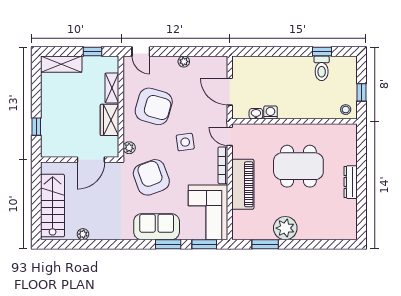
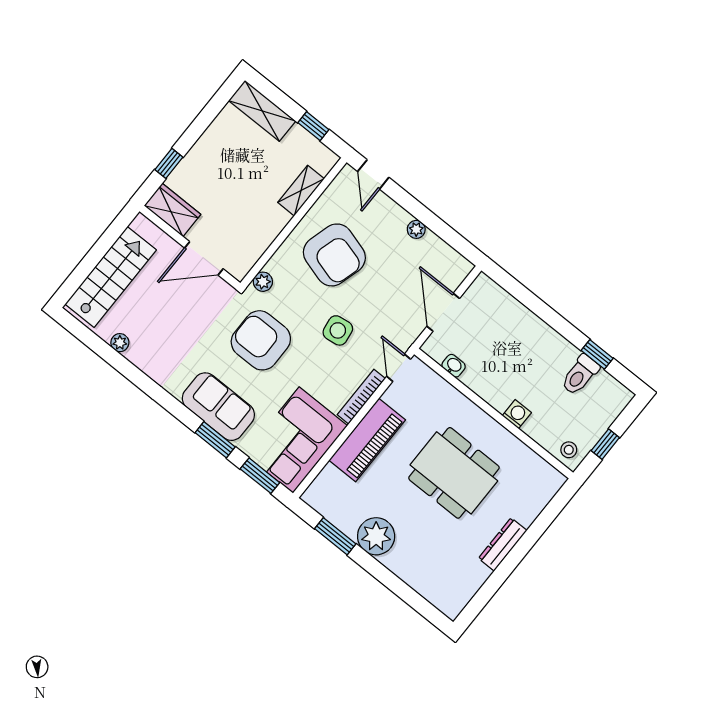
washing machine: (270, 113) -> (517, 414), moved
wardrobe: (110, 120) -> (172, 210), moved, turned 90
armchair: (151, 177) -> (261, 340), turned -70

